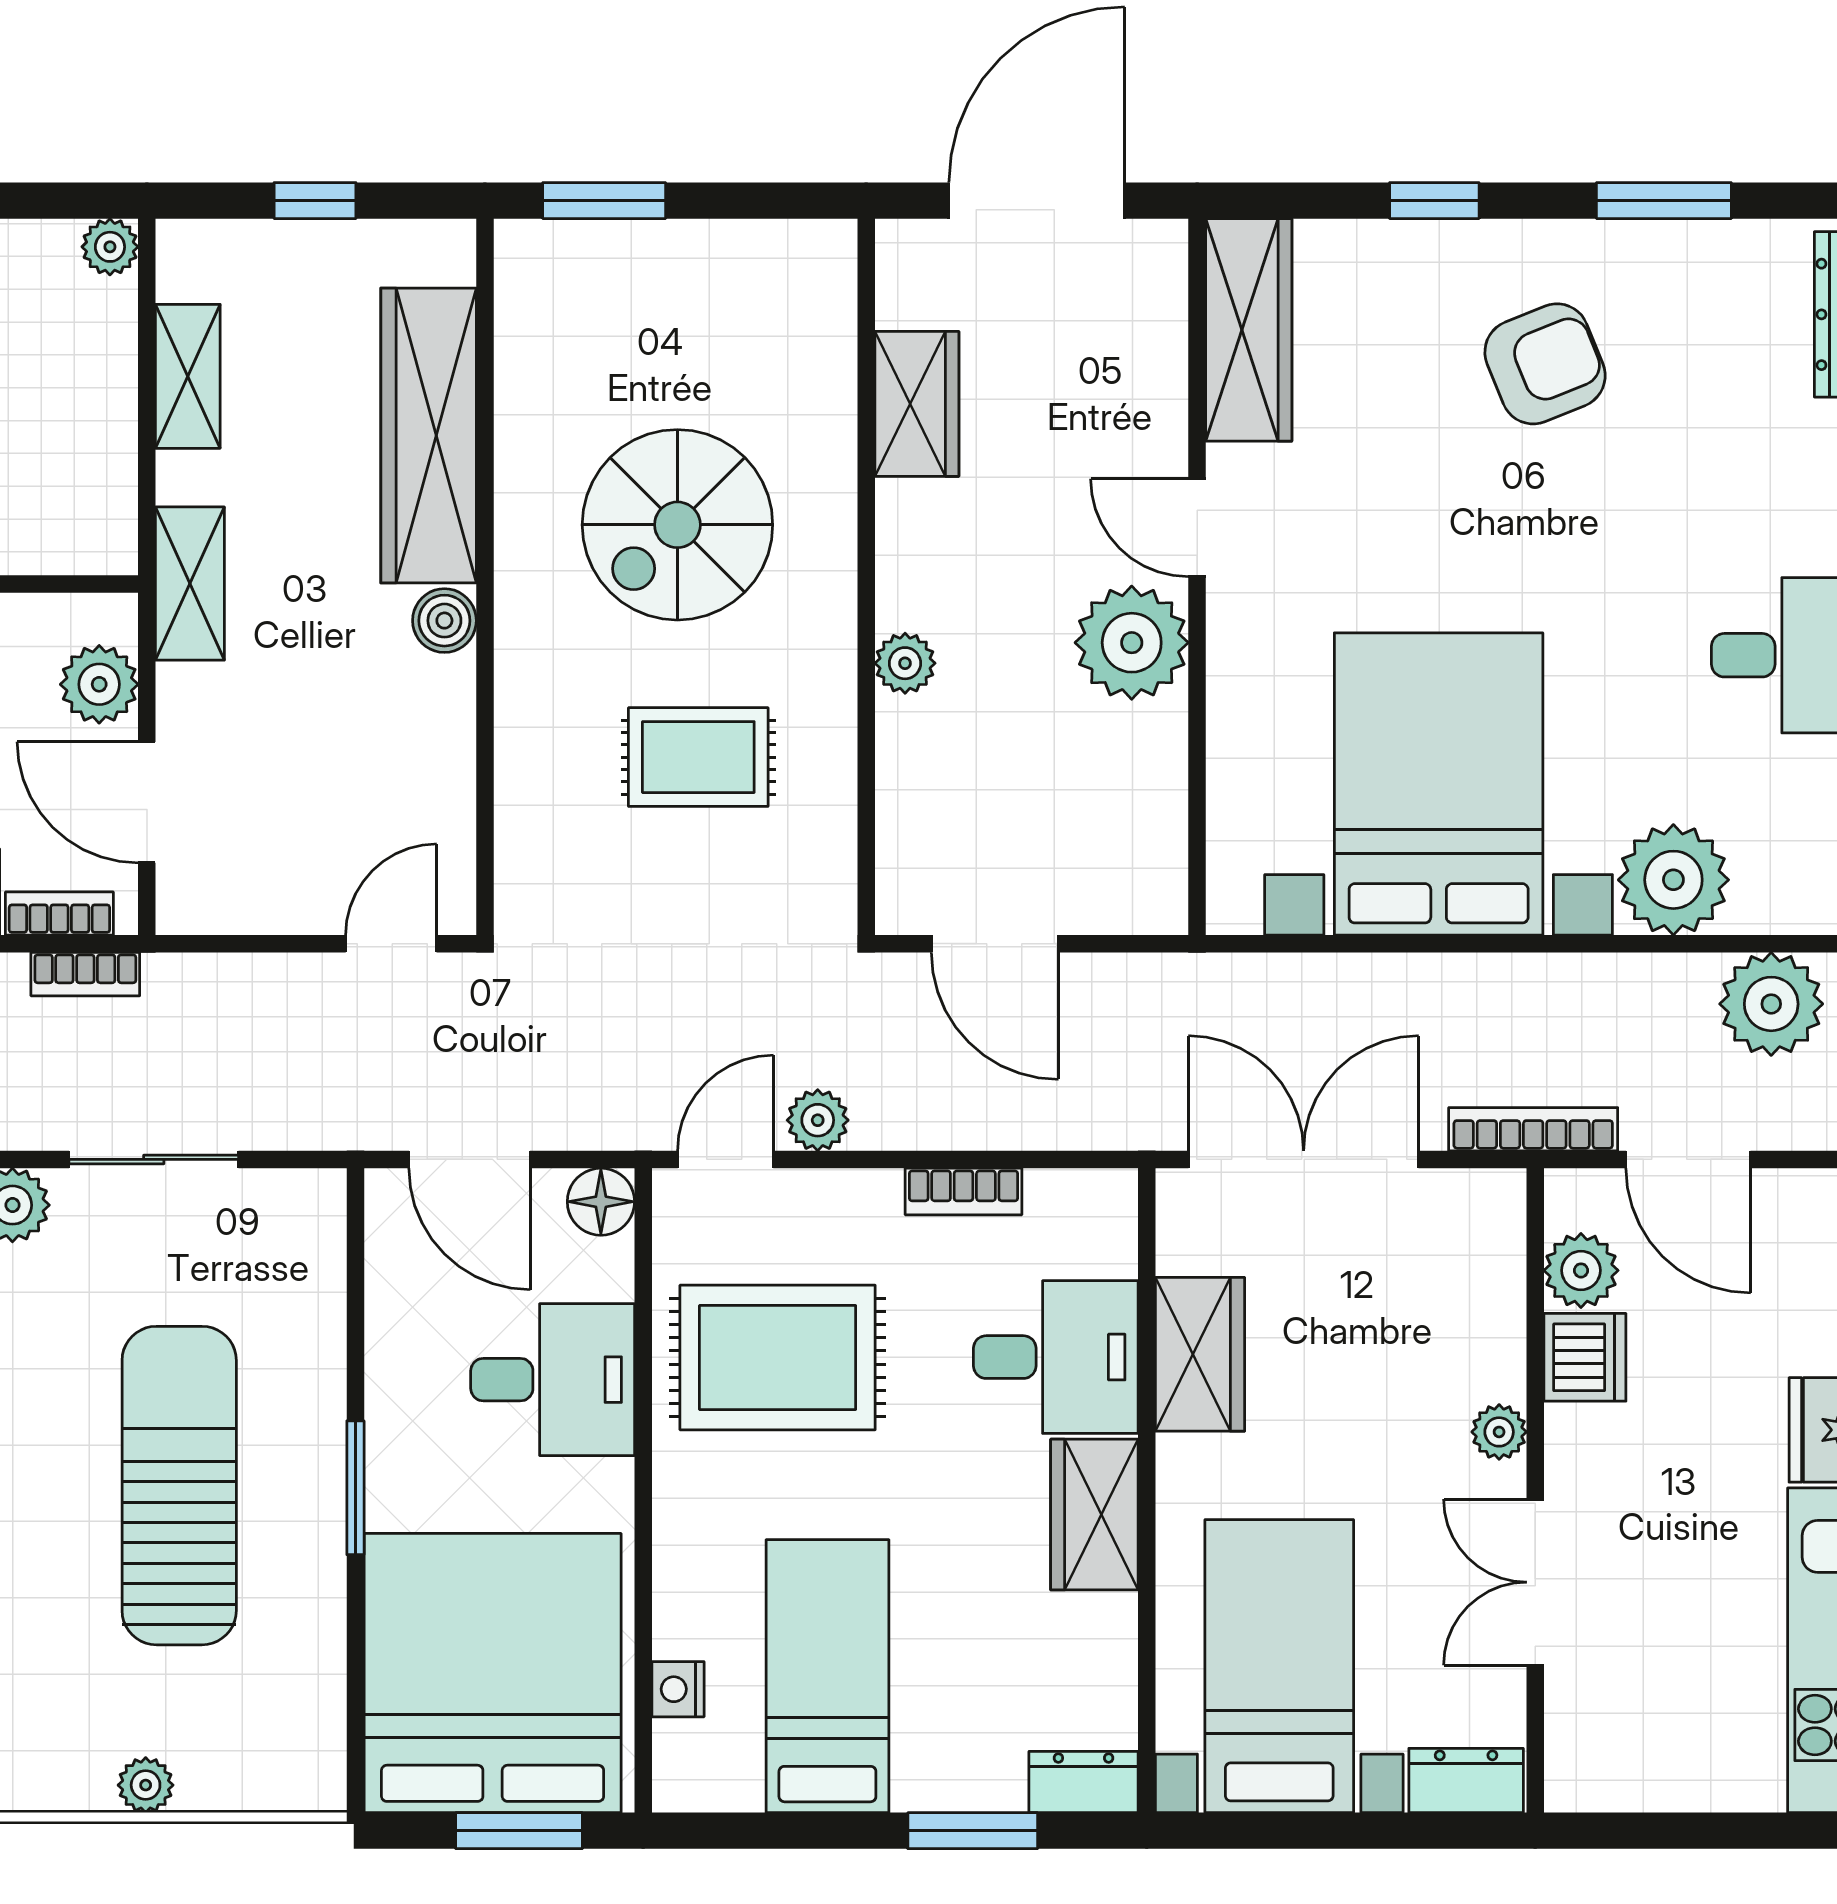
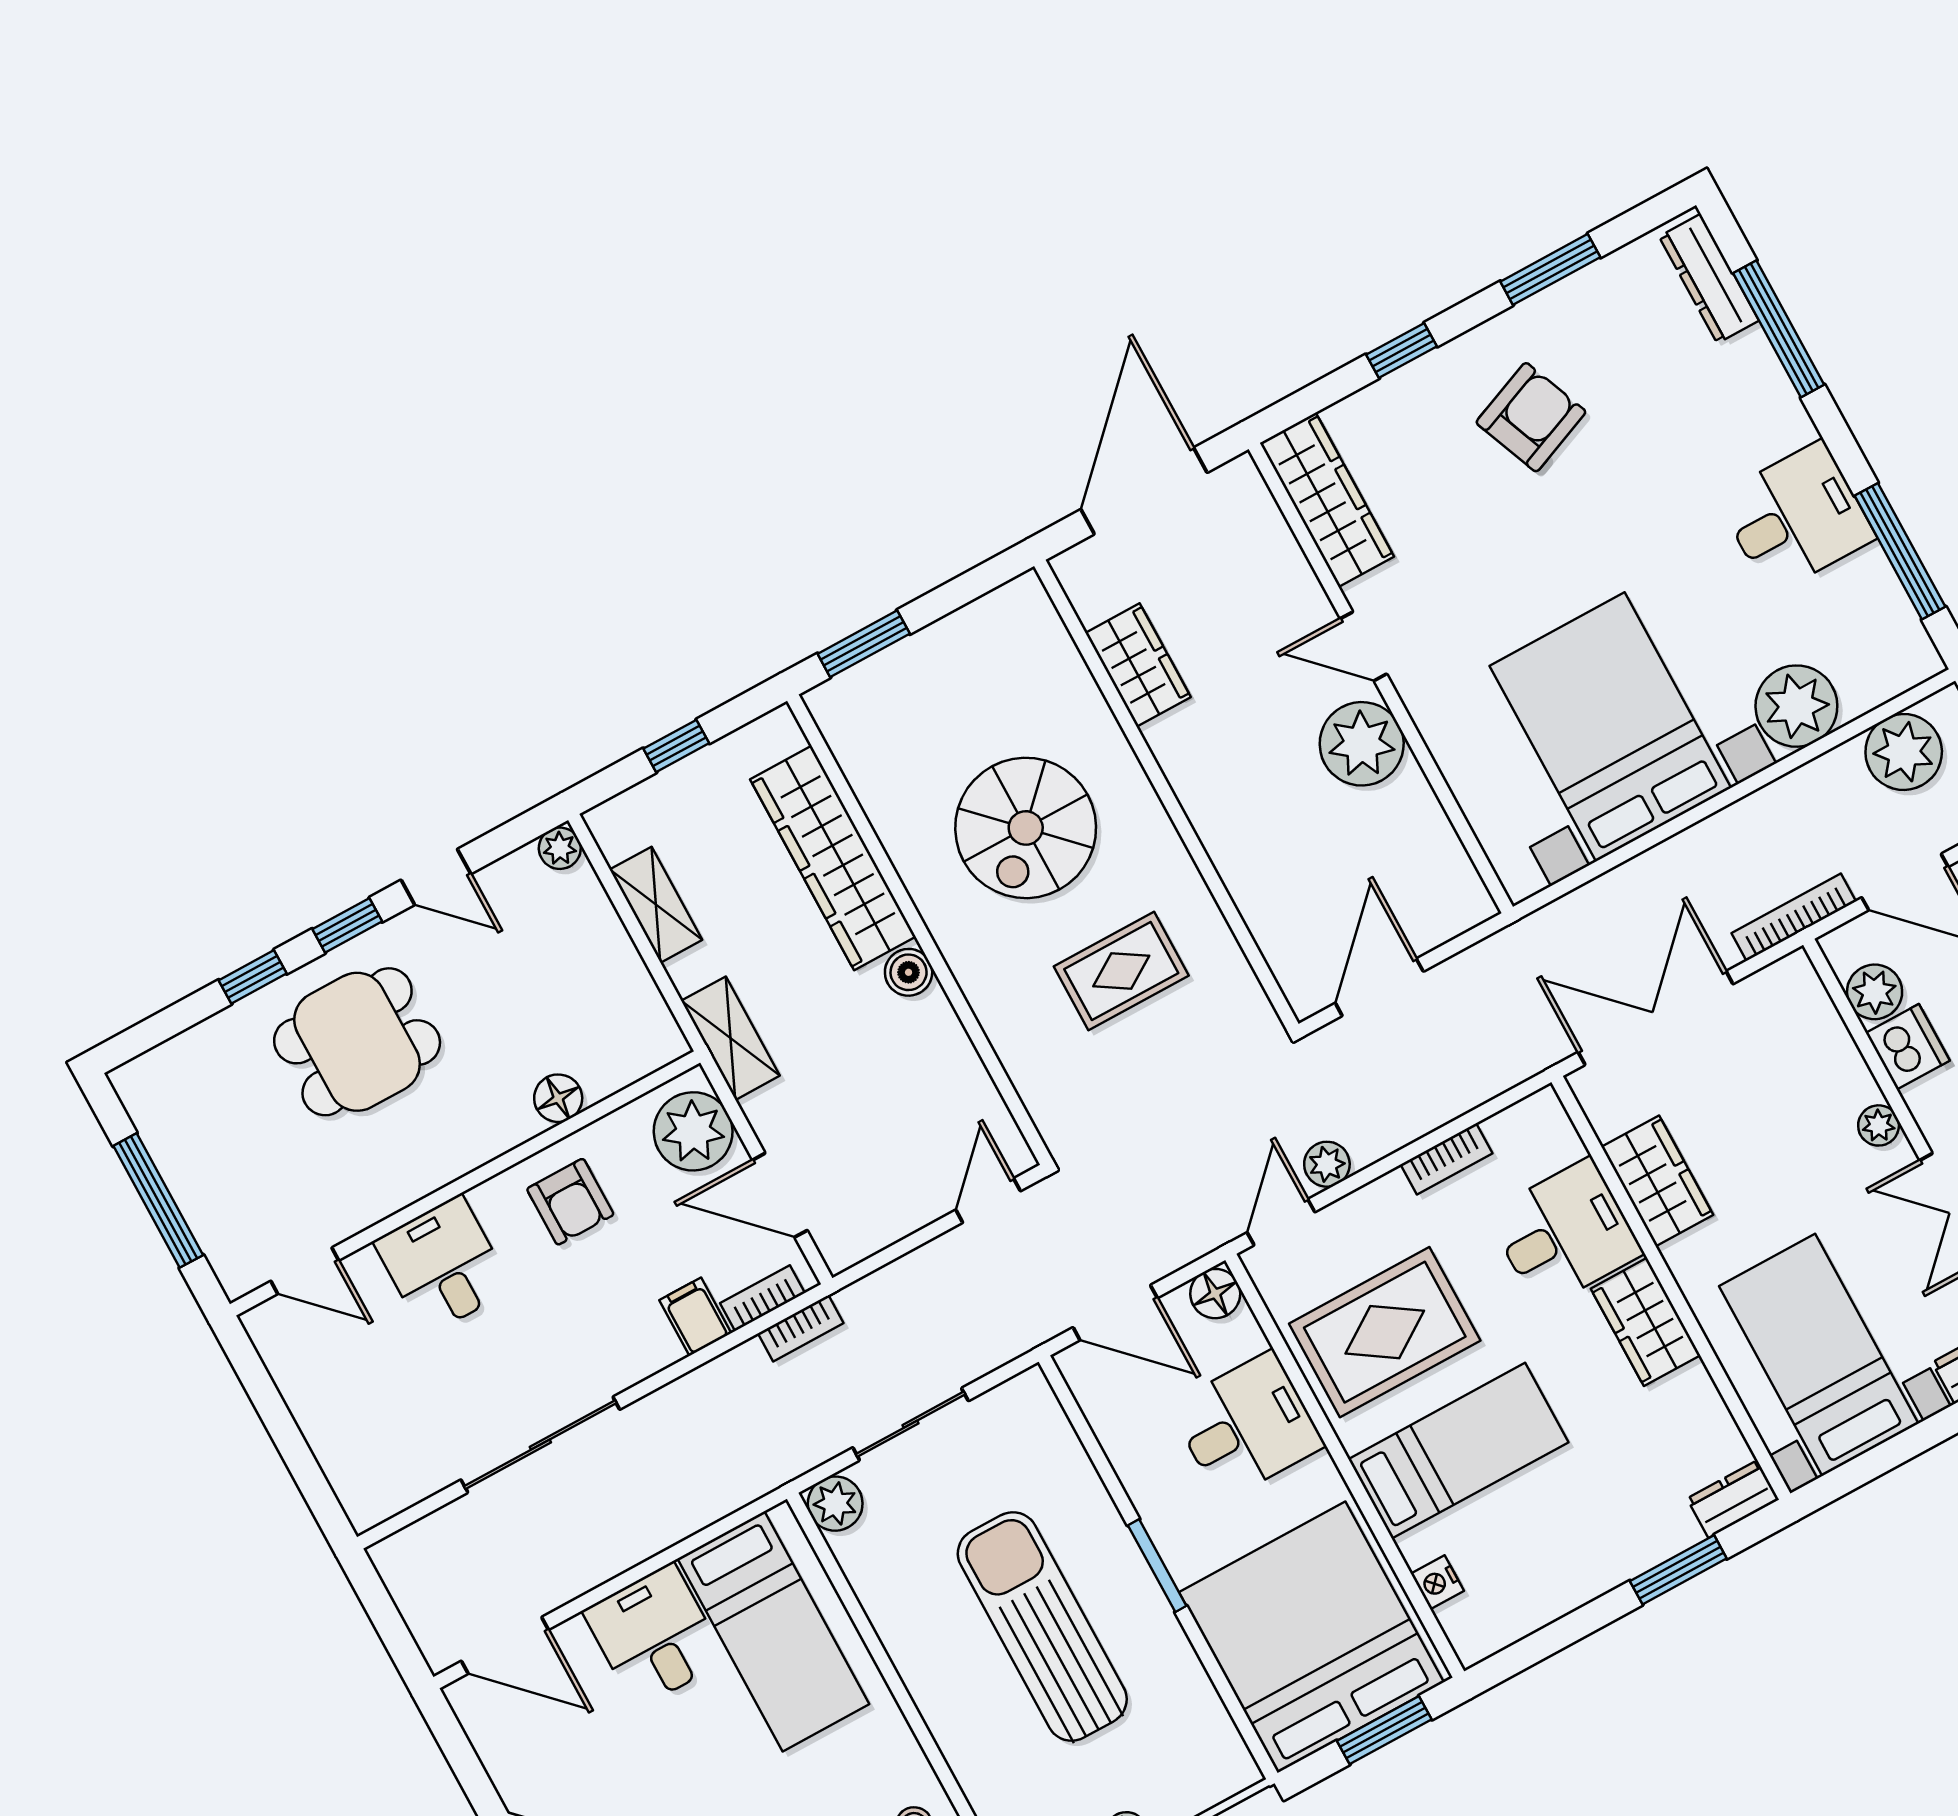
plant: (905, 663) -> (1222, 837), removed
plant: (99, 684) -> (693, 1131), width x1.36, depth x1.36
door: (995, 944) -> (1379, 987), swing flipped
bed: (827, 1676) -> (1458, 1451), moved, turned 90

